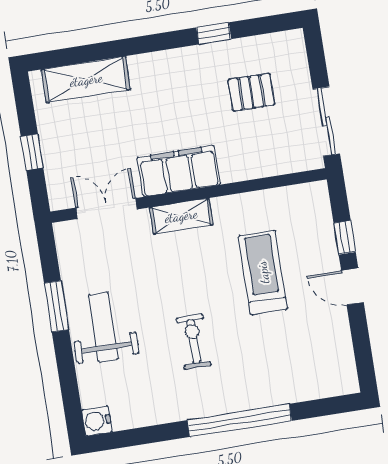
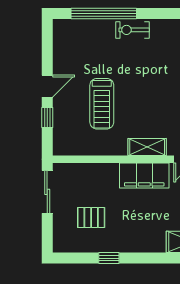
door: (352, 286) -> (47, 86), hinge flipped
exercise bike: (194, 342) -> (132, 30), moved, turned 90
window: (239, 420) -> (104, 14), moved

